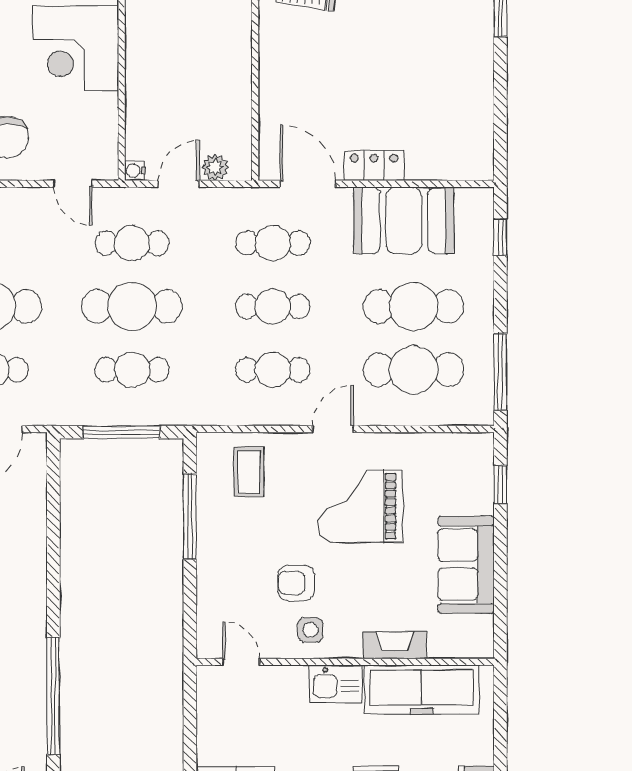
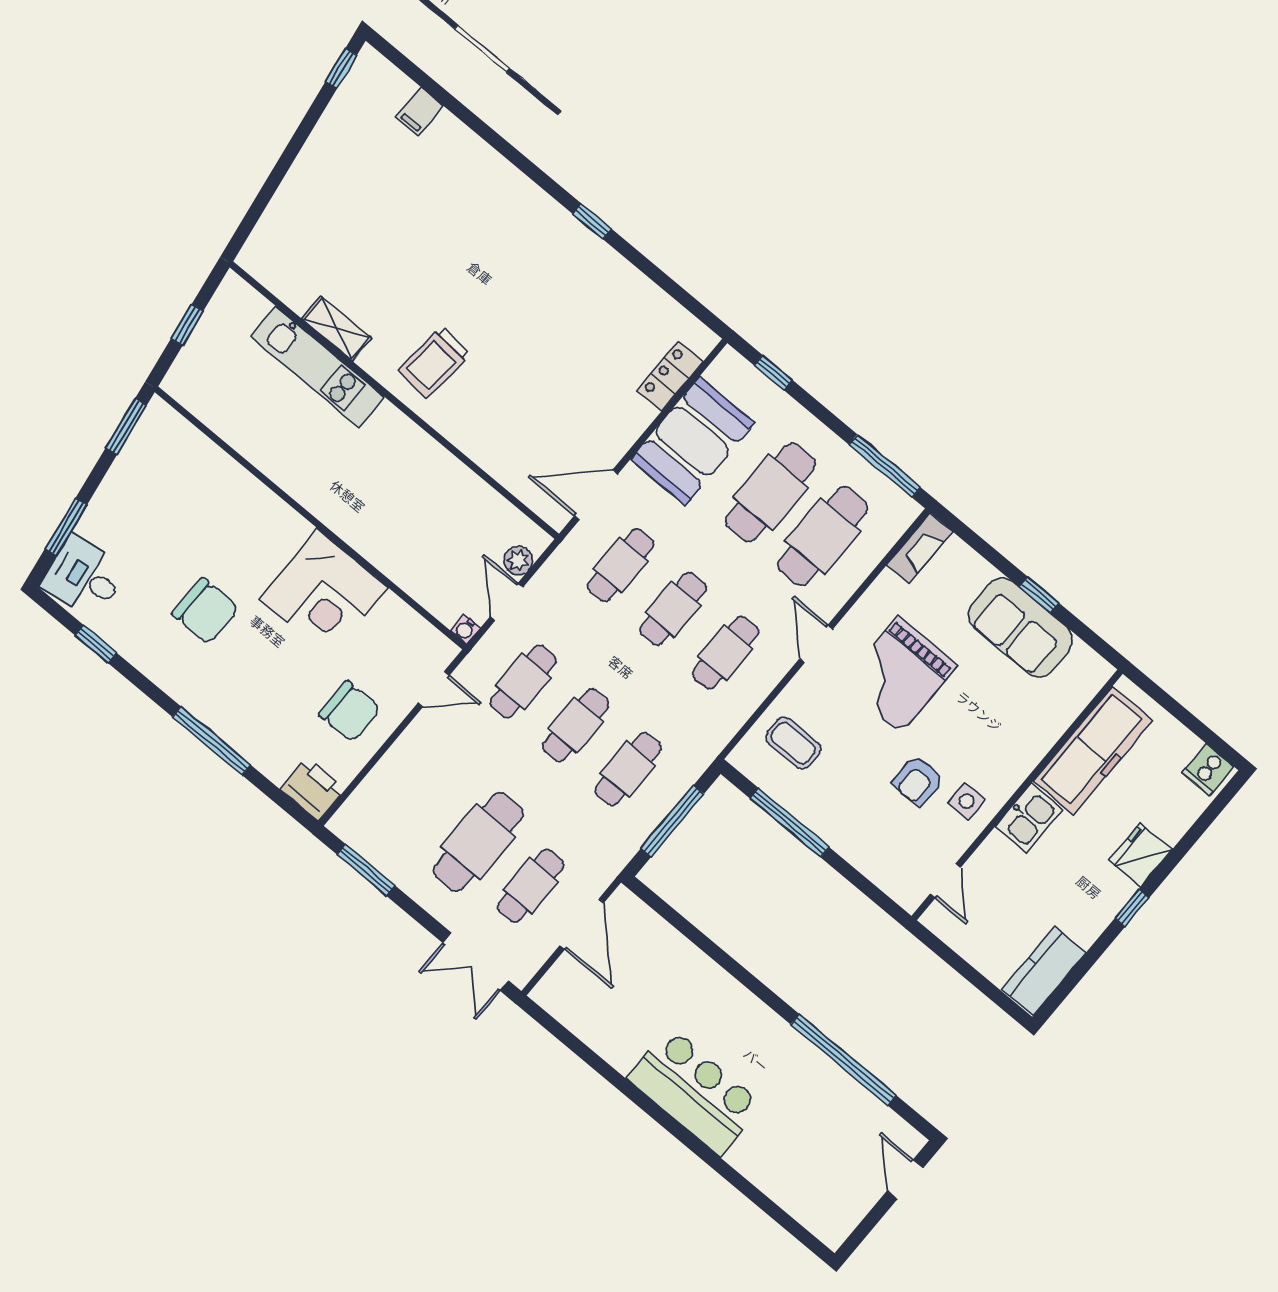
locker: (374, 166) -> (670, 376), moved
cafe table: (132, 306) -> (576, 725), width x0.73, depth x0.74
window: (500, 485) -> (1039, 595), moved
fireplace: (395, 645) -> (919, 548), moved, turned 180
door: (241, 662) -> (945, 881), swing flipped

